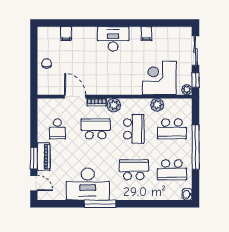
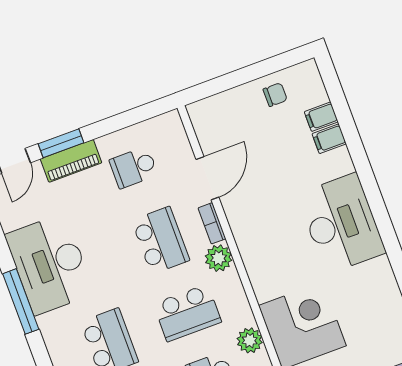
filing cabinet: (146, 34) -> (329, 139), moved
desk: (113, 39) -> (341, 223), width x1.36, depth x1.30
chair: (47, 63) -> (275, 95), moved

